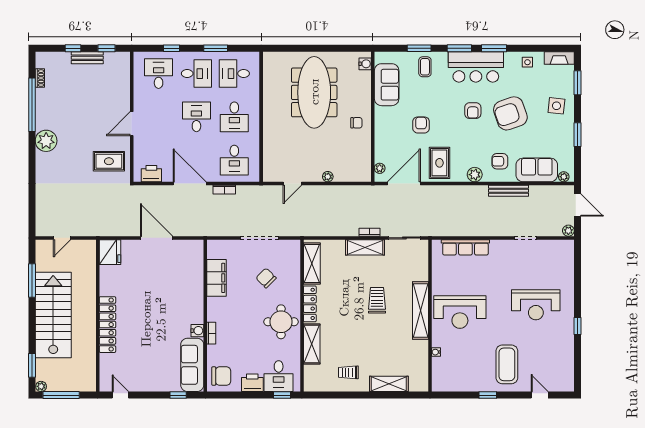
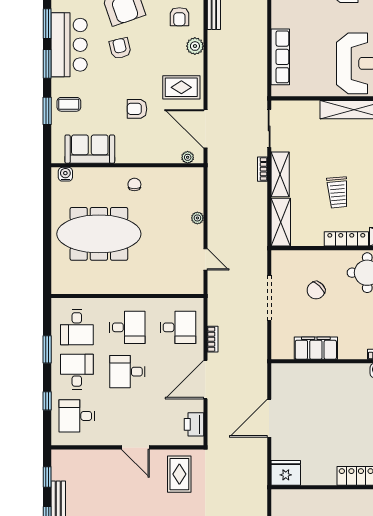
armchair: (473, 111) -> (120, 48), turned -103
shelving: (312, 263) -> (281, 222), moved, turned 90
trolley: (377, 300) -> (338, 192), moved, turned -95

